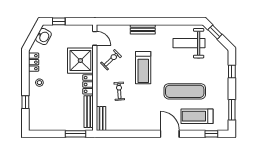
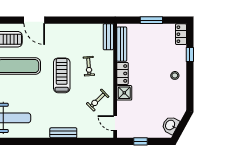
window: (59, 21) -> (140, 141), moved
shower: (80, 61) -> (124, 93), width x0.54, depth x0.54
locker: (34, 62) -> (181, 34), moved
treadmill: (143, 68) -> (62, 75), moved
window: (75, 134) -> (151, 20), moved

